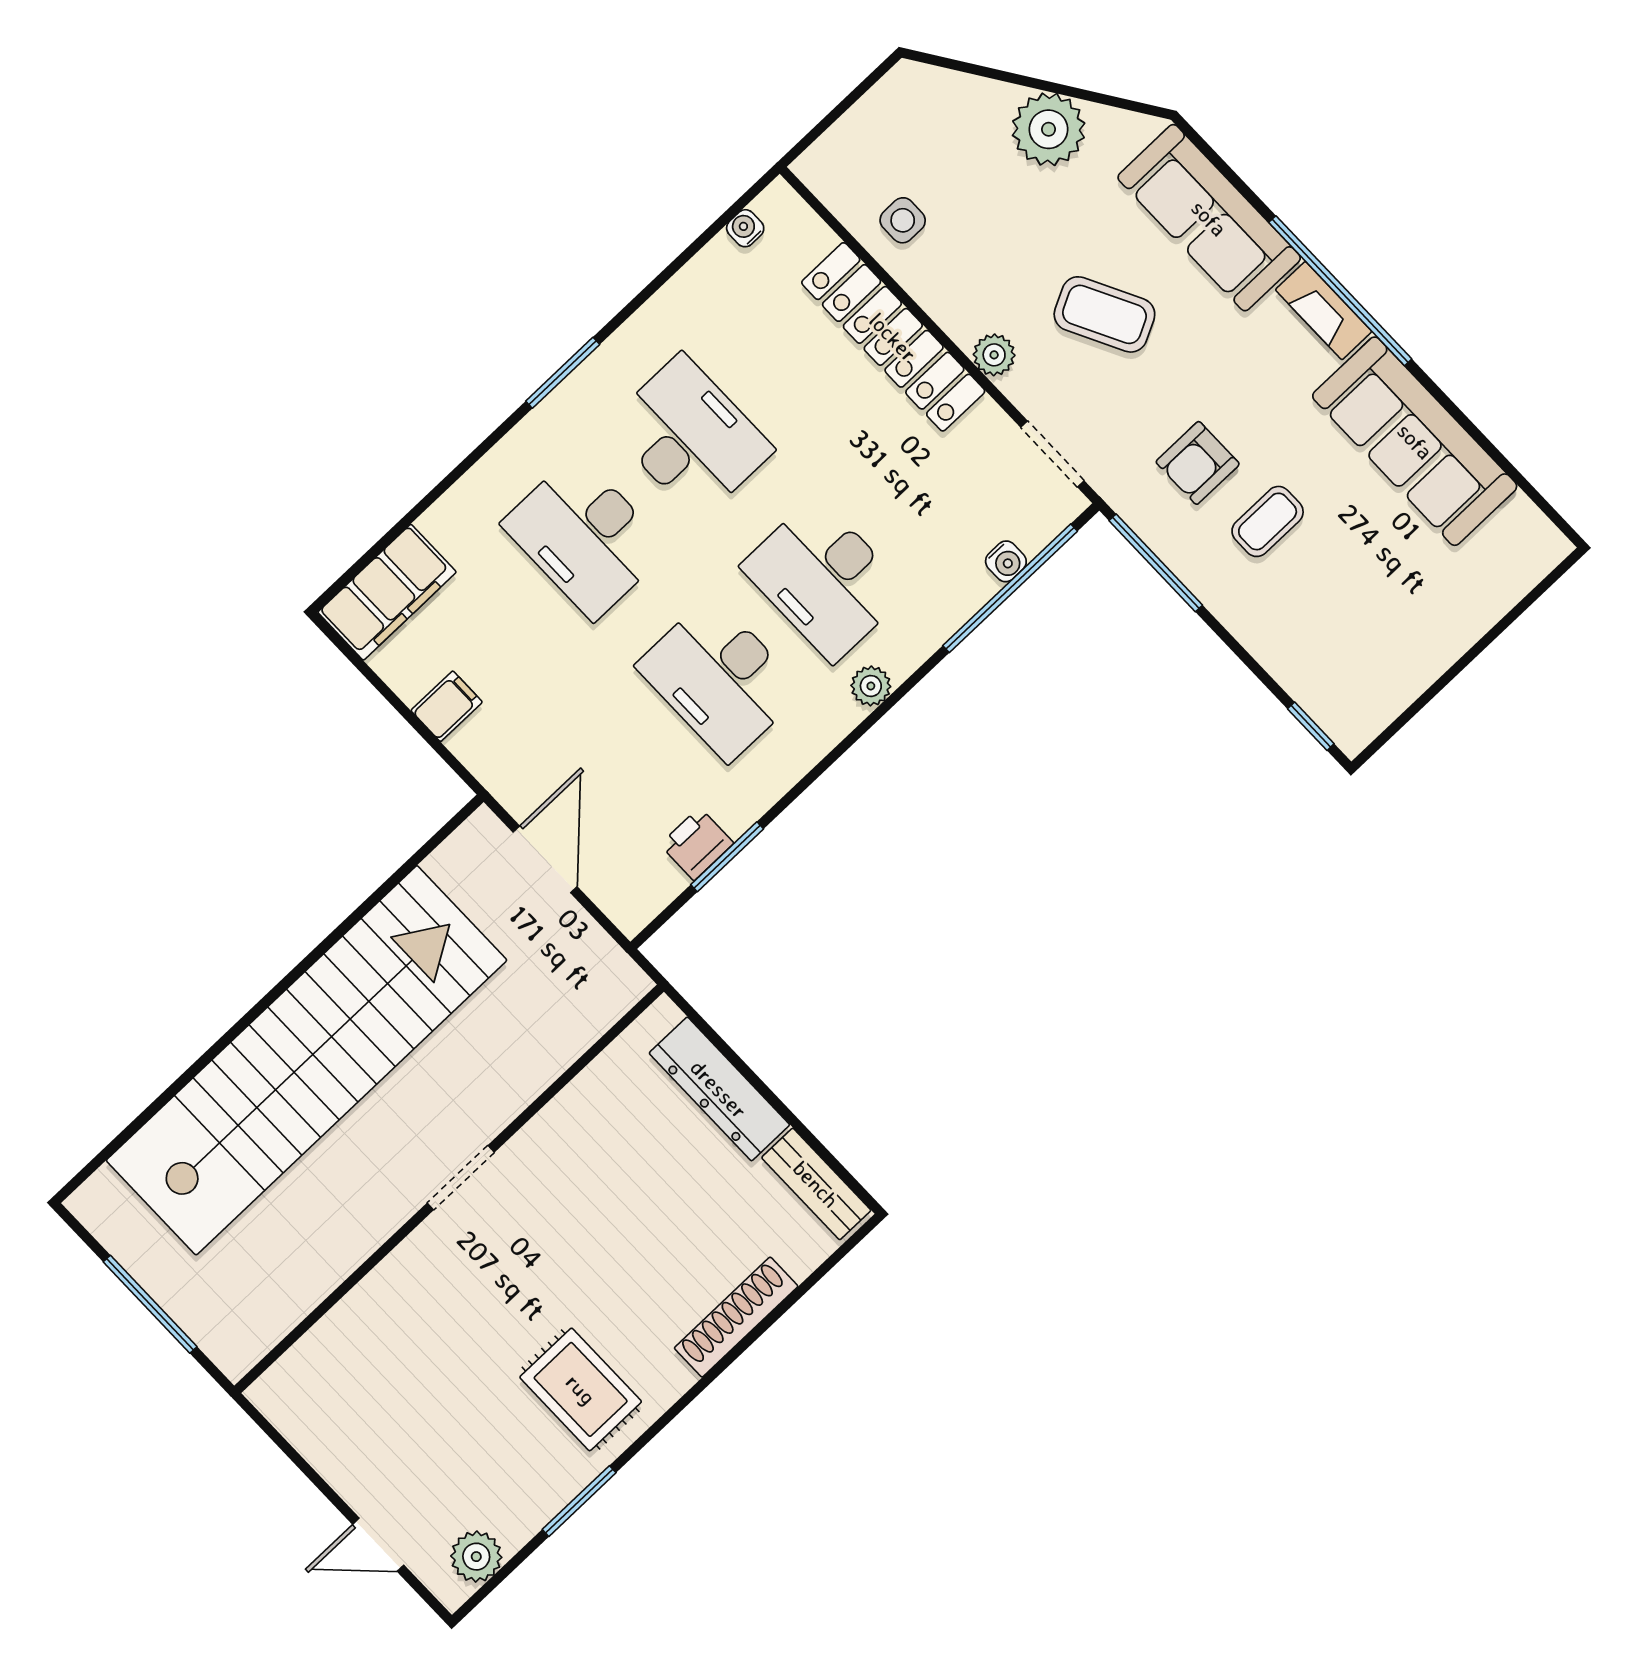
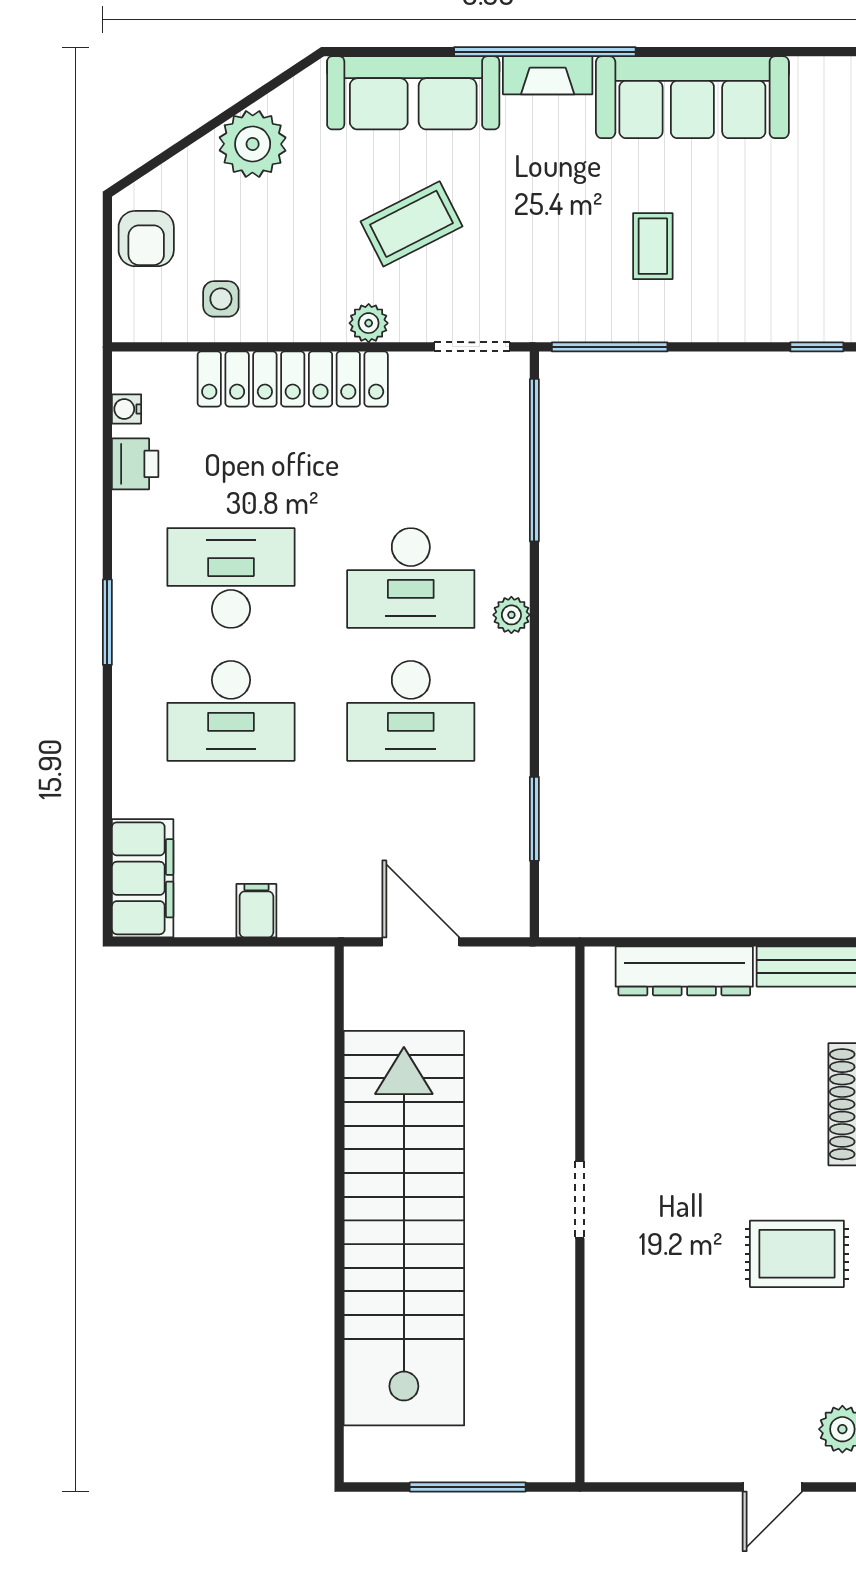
armchair: (1198, 463) -> (146, 239), moved
water cooler: (1006, 561) -> (514, 446), removed
printer: (697, 844) -> (135, 464), moved, turned 180

